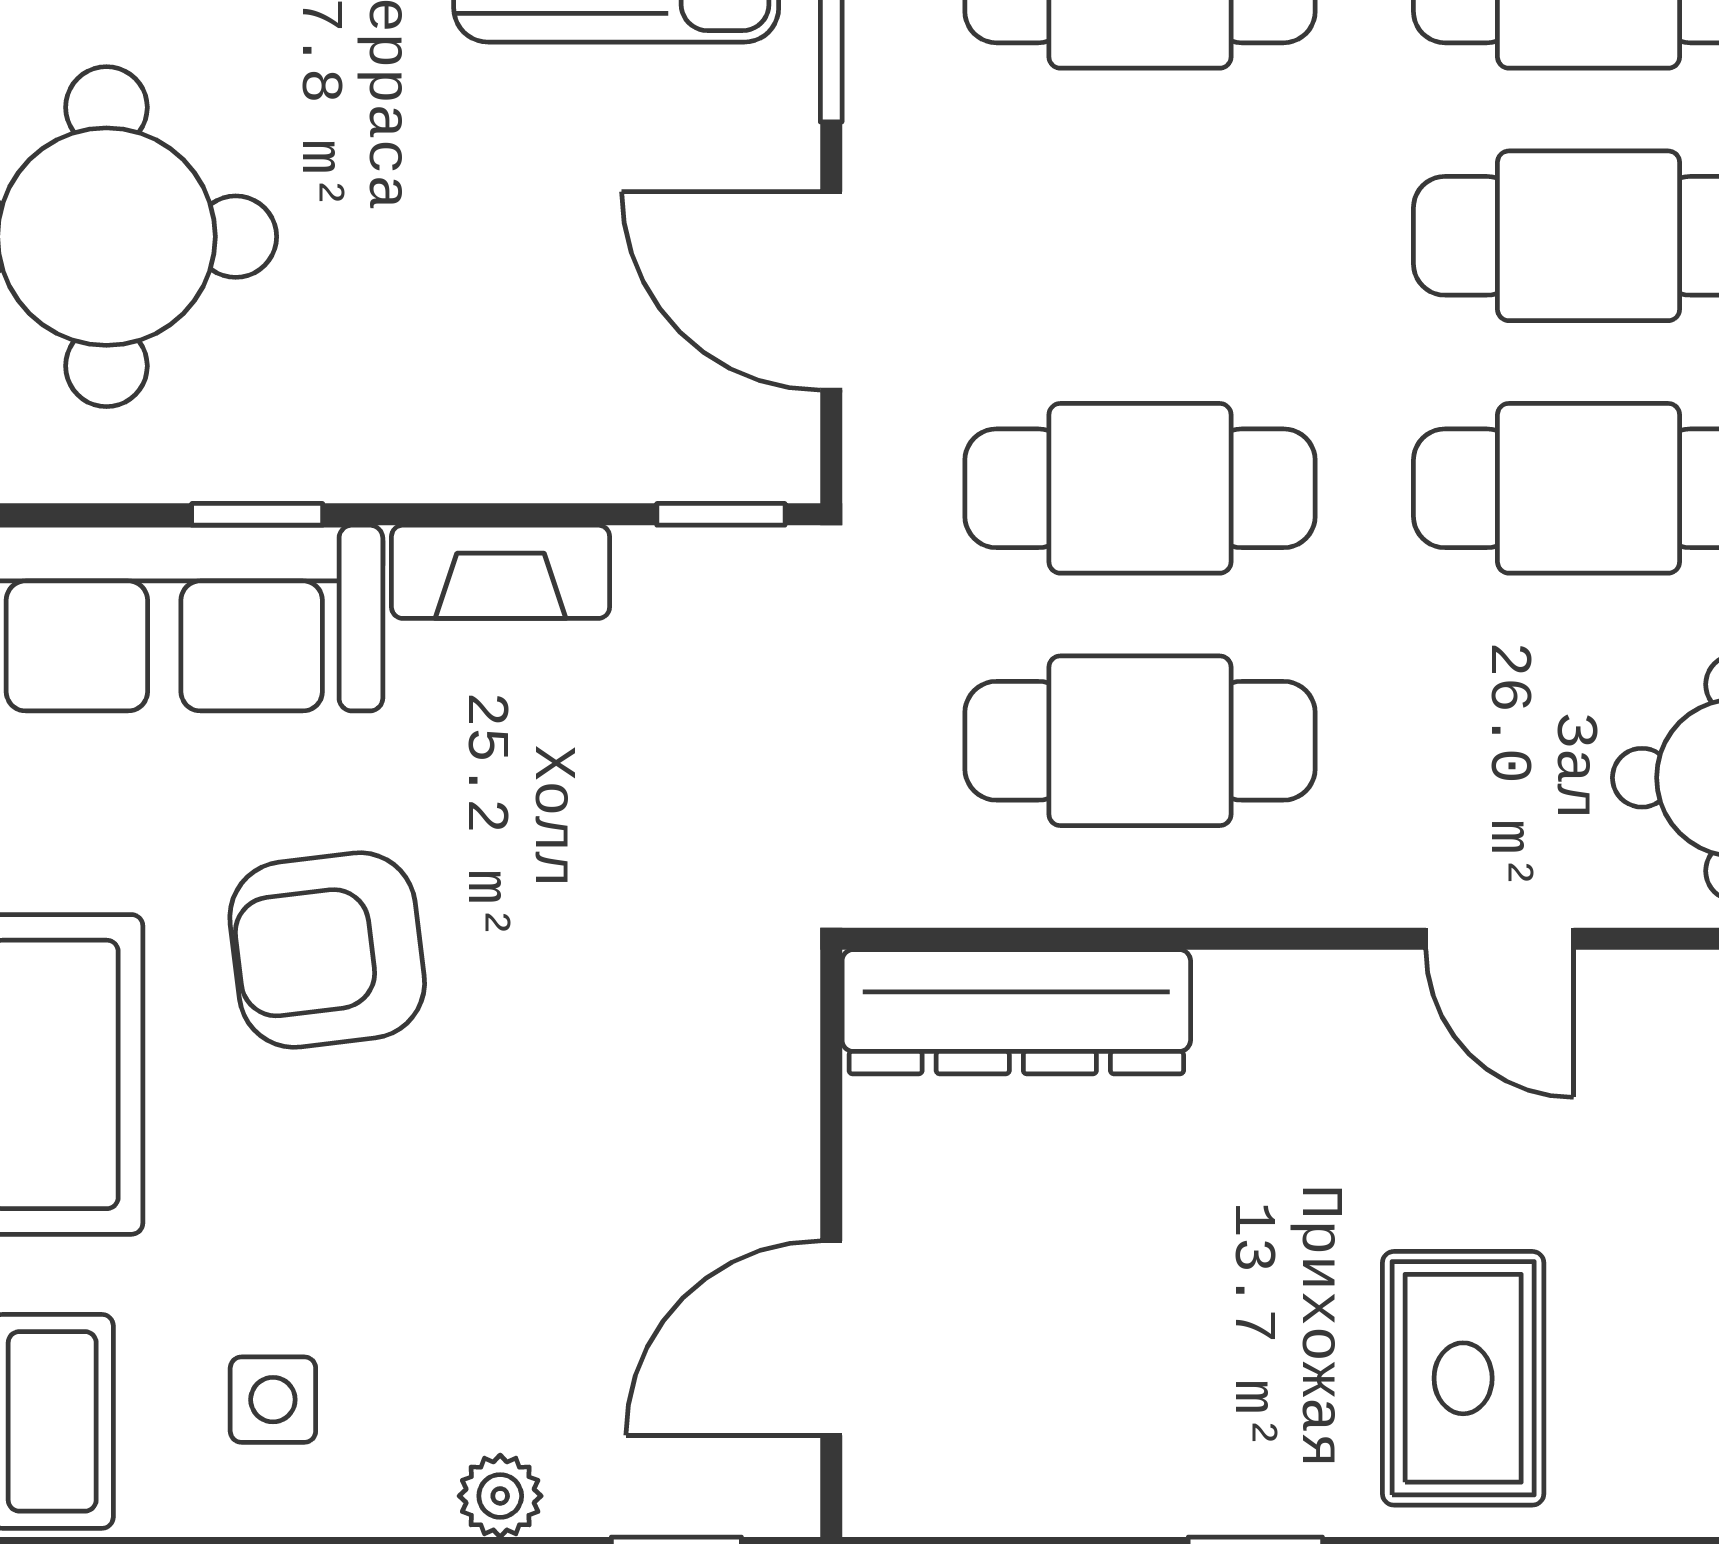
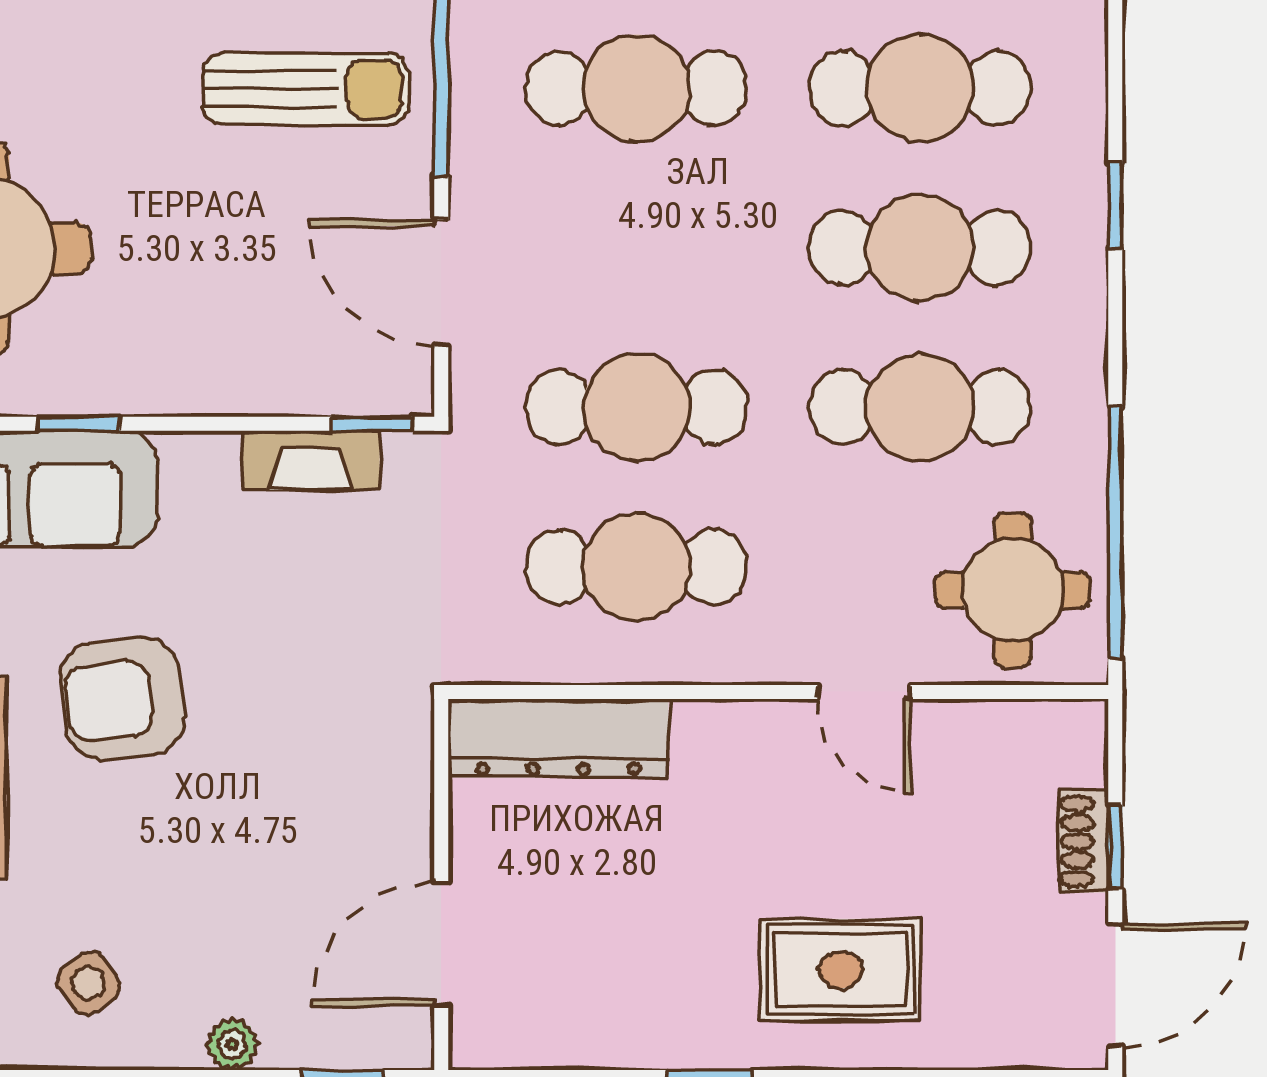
fireplace: (501, 572) -> (311, 460), moved
rug: (1463, 1378) -> (841, 970), turned 90
side table: (273, 1400) -> (89, 983), turned -37

